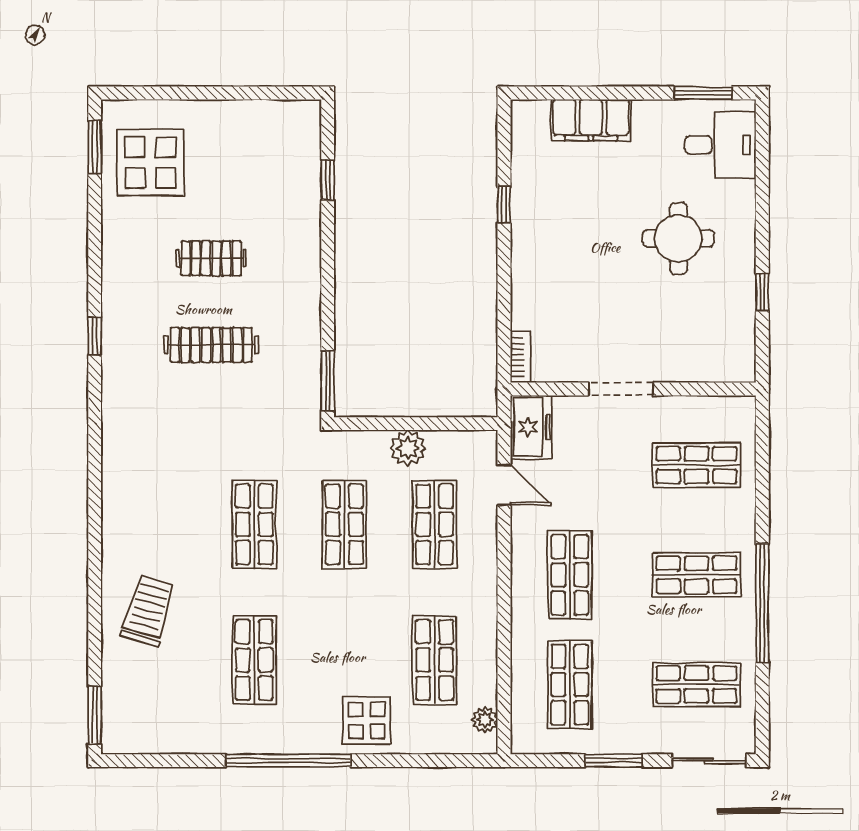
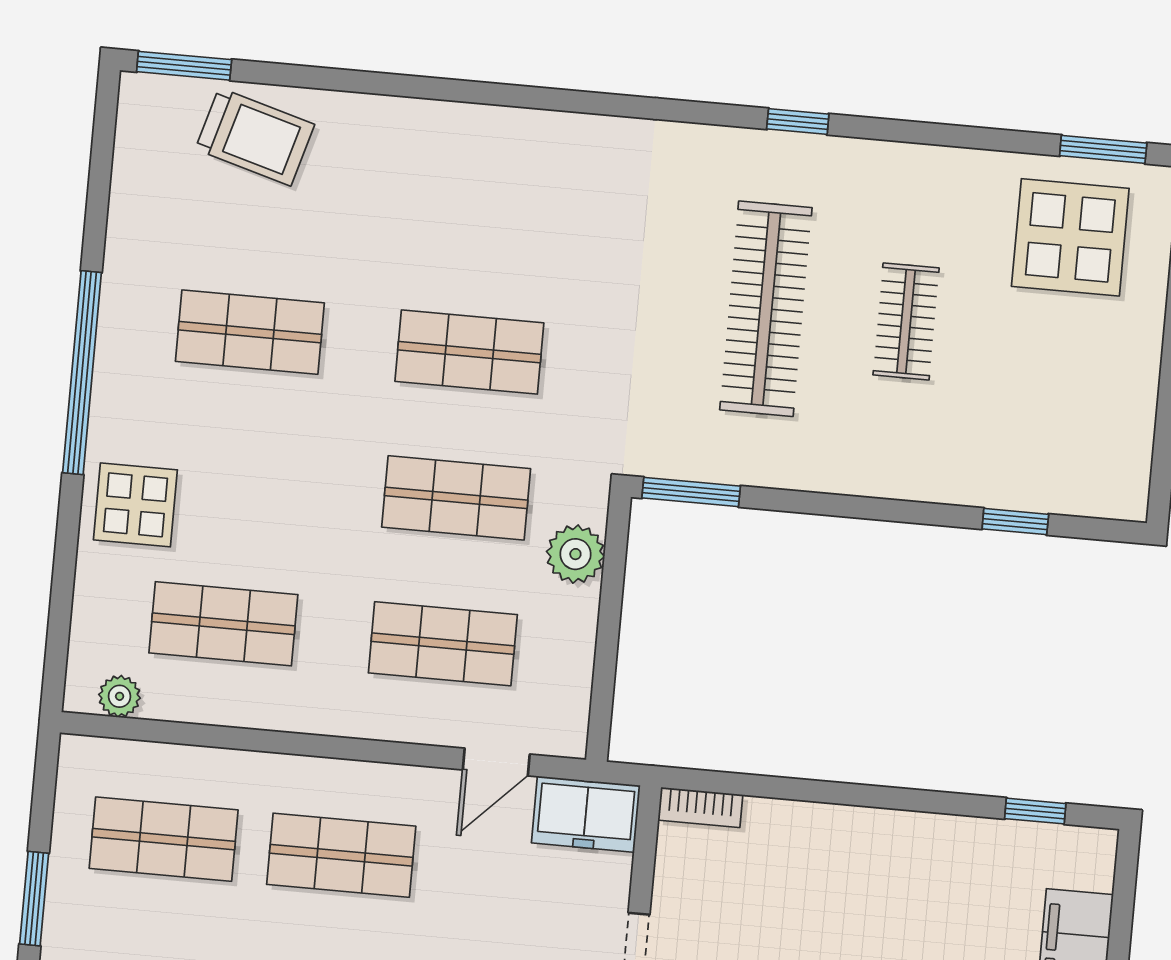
window: (504, 205) -> (1035, 811), moved
clothes rail: (211, 345) -> (766, 309), width x1.37, depth x1.31
plant: (408, 448) -> (575, 554), moved
trolley: (148, 611) -> (255, 137), moved

